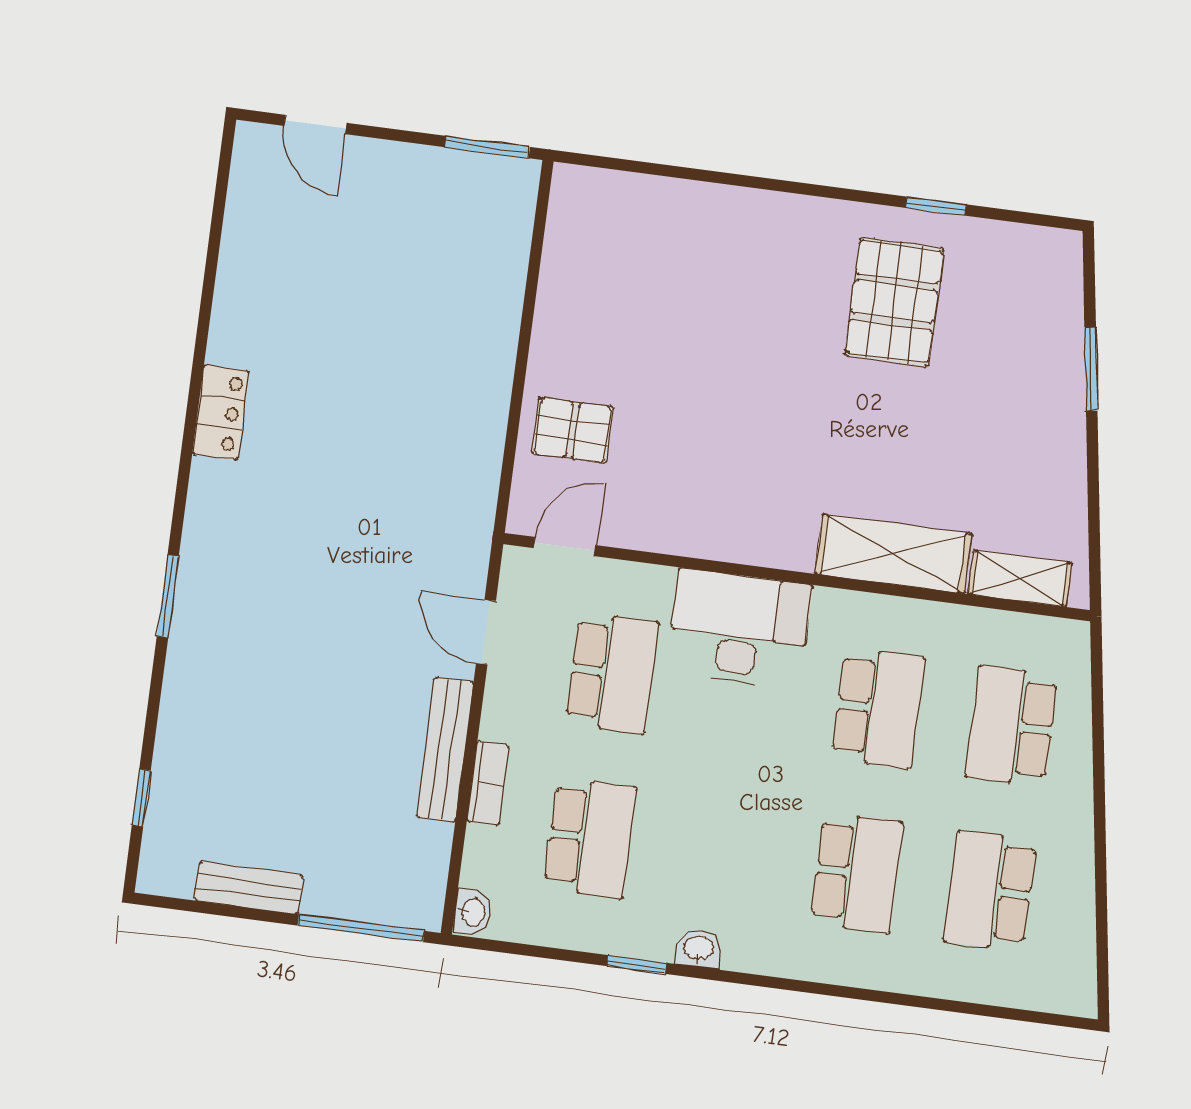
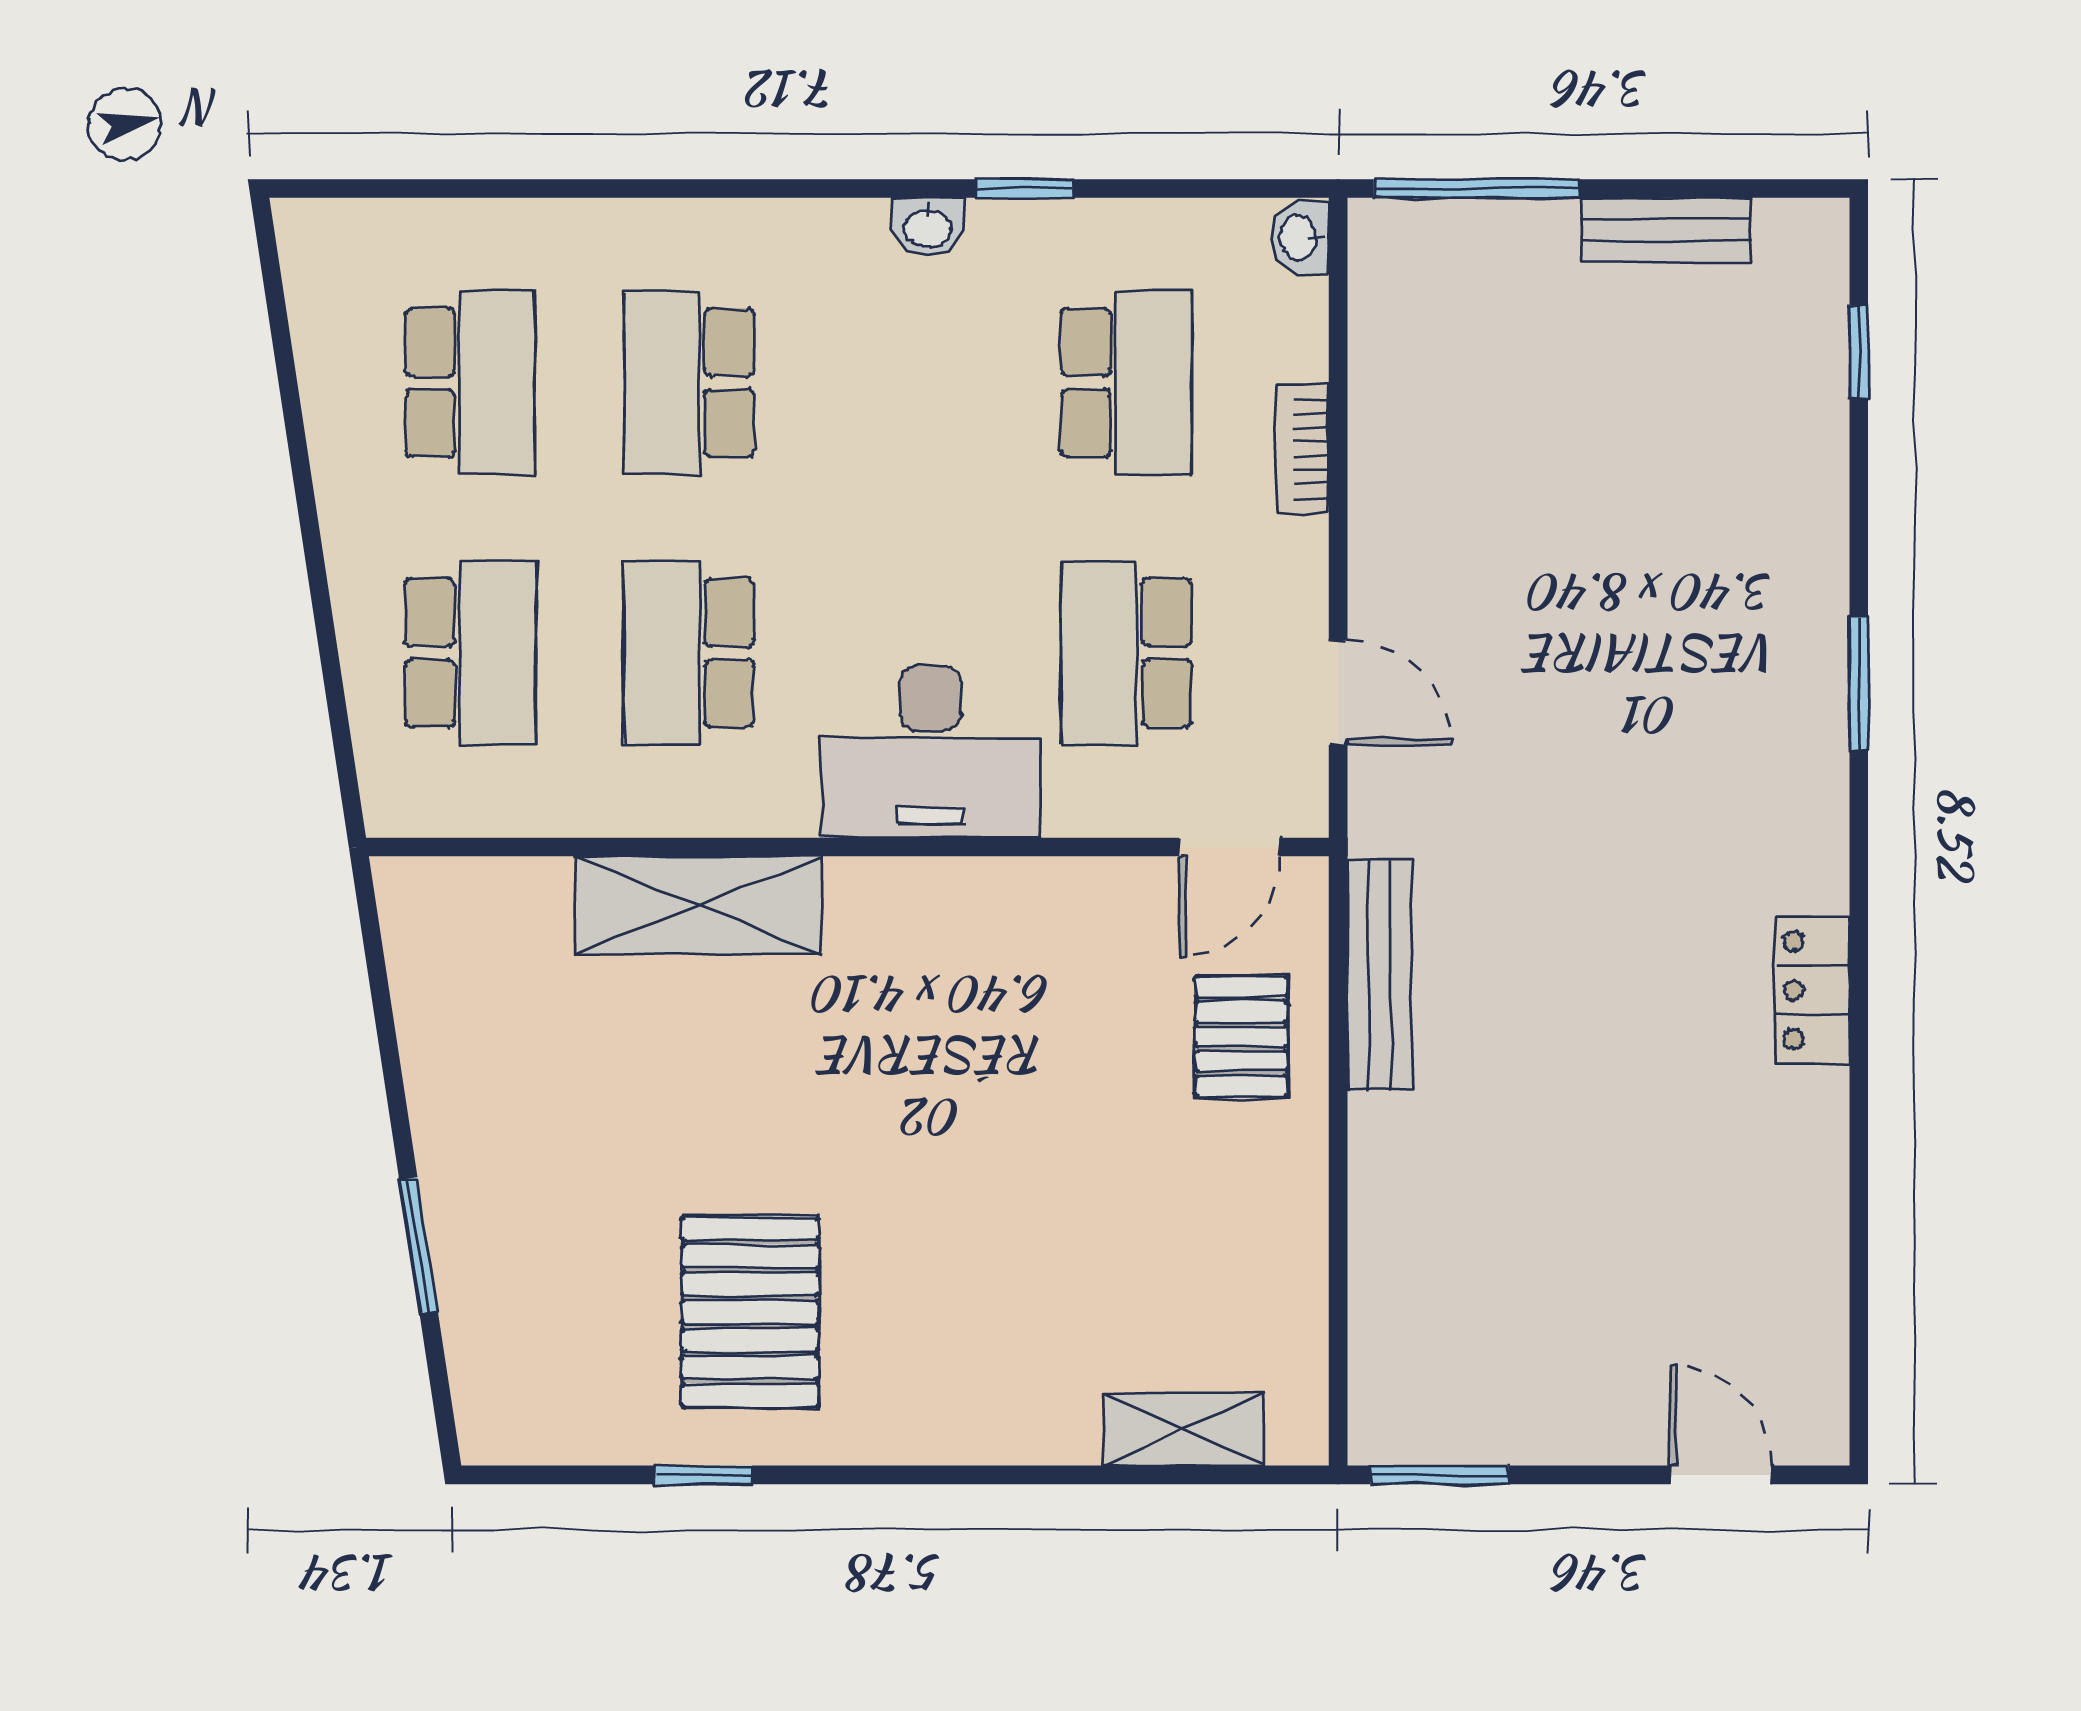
pallet: (572, 430) -> (1241, 1036), turned 90
shelving: (1020, 578) -> (1184, 1429), moved
bench: (445, 749) -> (1379, 975), moved
school desk: (590, 838) -> (1126, 383), turned 180

